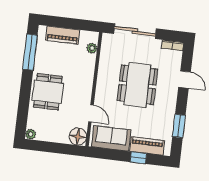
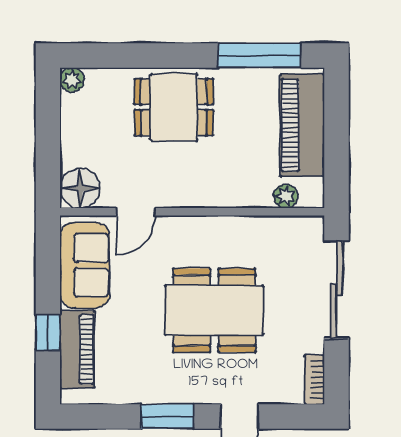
piano: (63, 35) -> (302, 125), width x1.37, depth x1.33
window: (179, 126) -> (167, 417), moved

